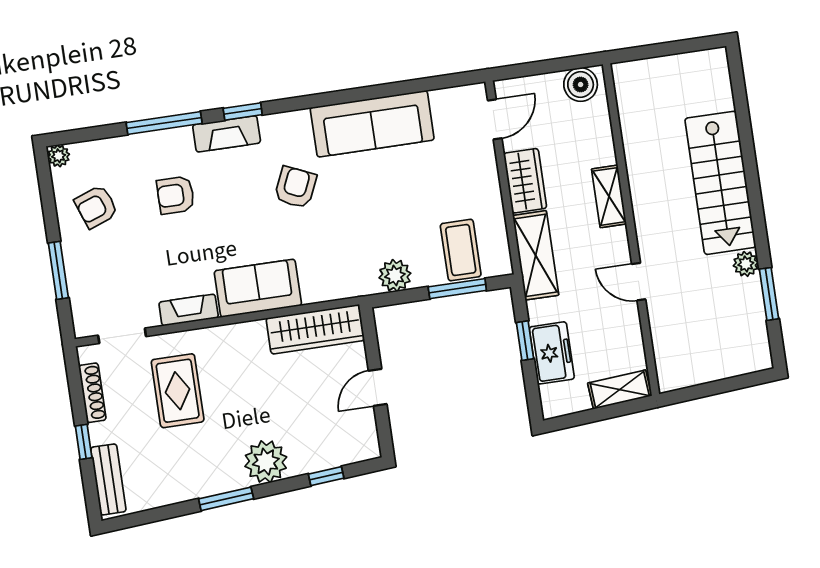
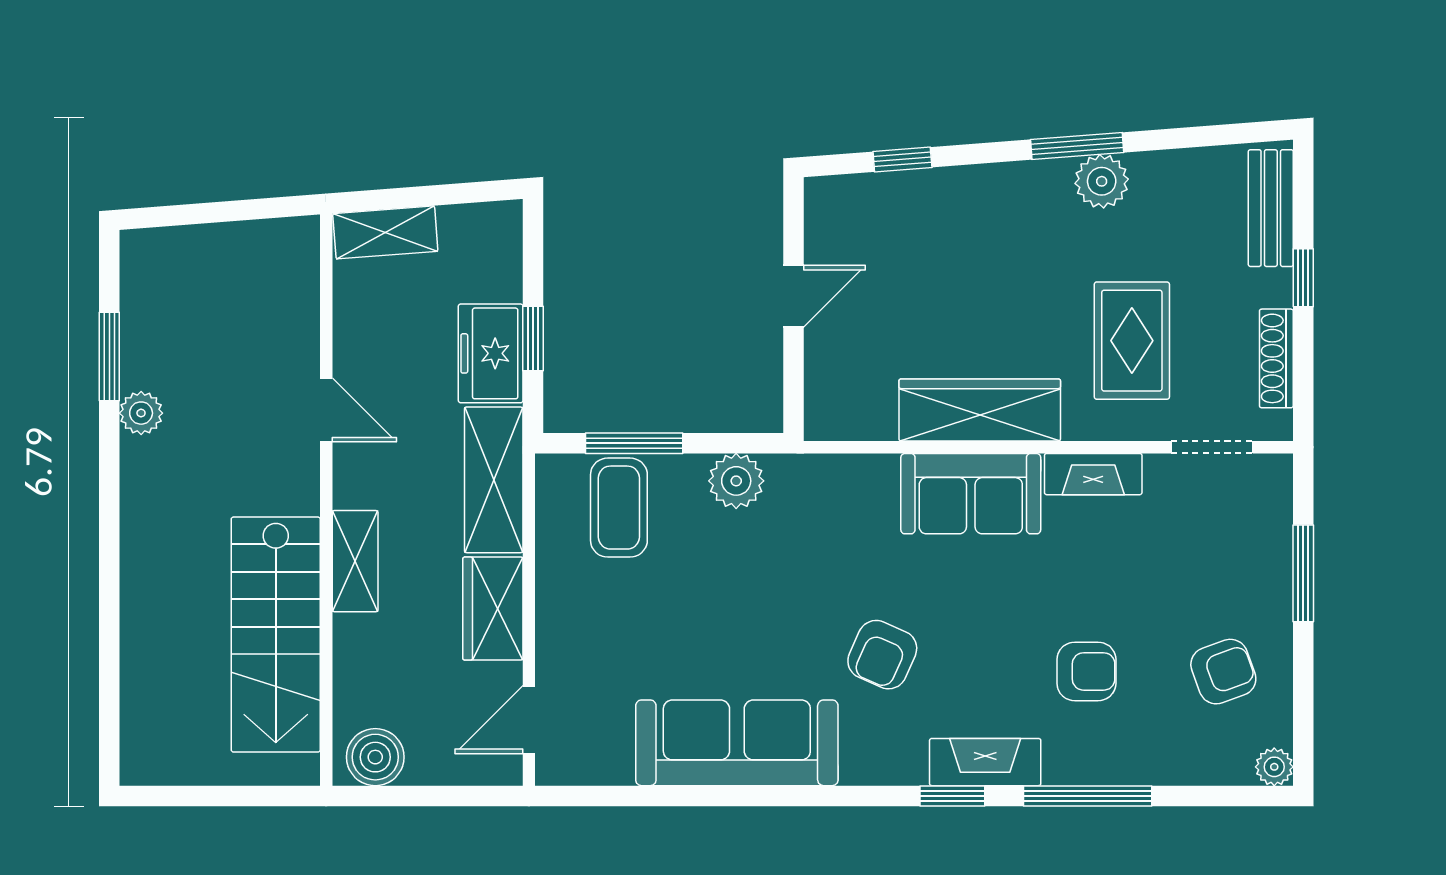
stairs: (720, 183) -> (276, 635), moved, turned 180
wardrobe: (315, 329) -> (980, 410), moved
freezer: (552, 353) -> (491, 353), moved
plant: (266, 462) -> (1102, 181), moved, width x0.73, depth x0.73

